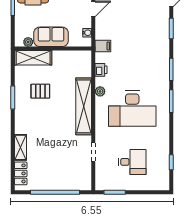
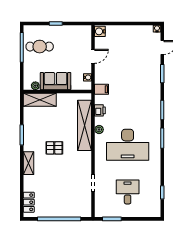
pallet: (40, 91) -> (54, 148), moved
shelving: (84, 106) -> (84, 125), moved
shelving: (20, 147) -> (28, 163), moved
desk: (132, 162) -> (128, 192), turned -90

